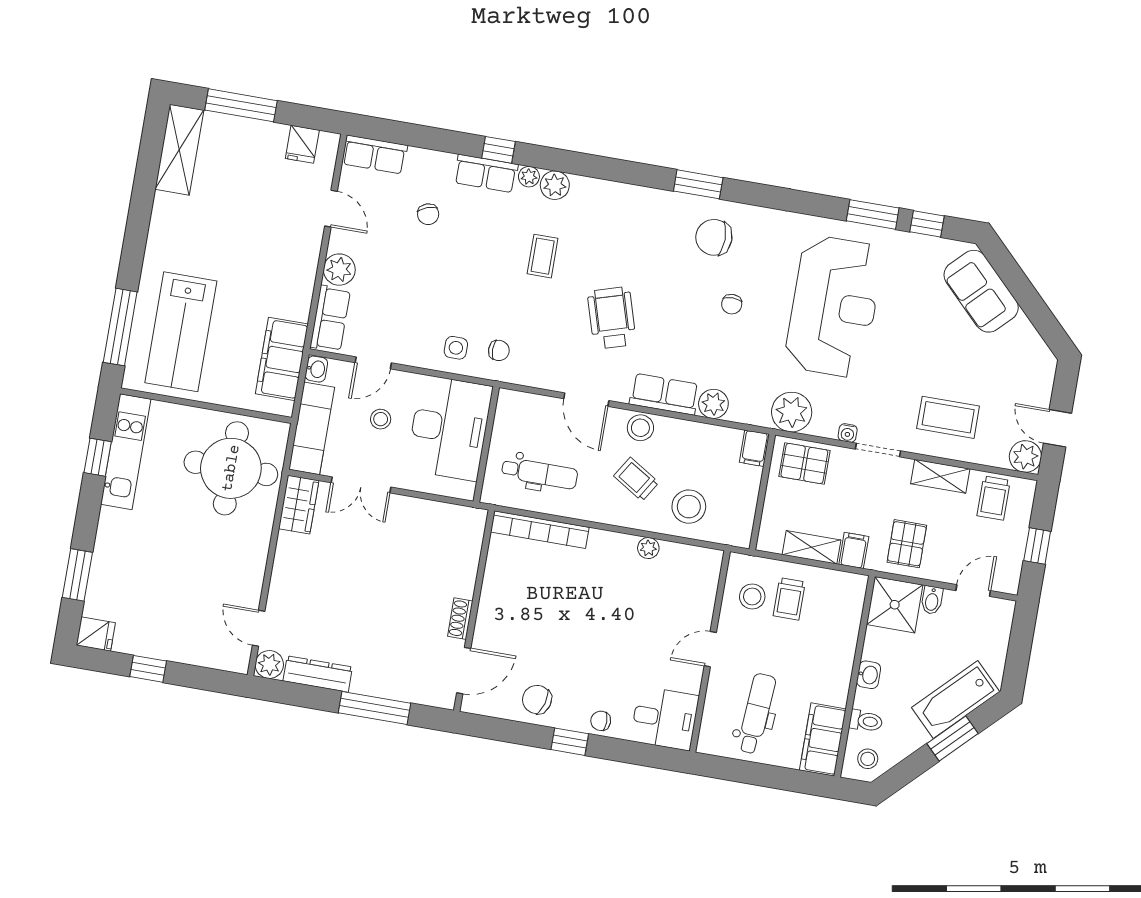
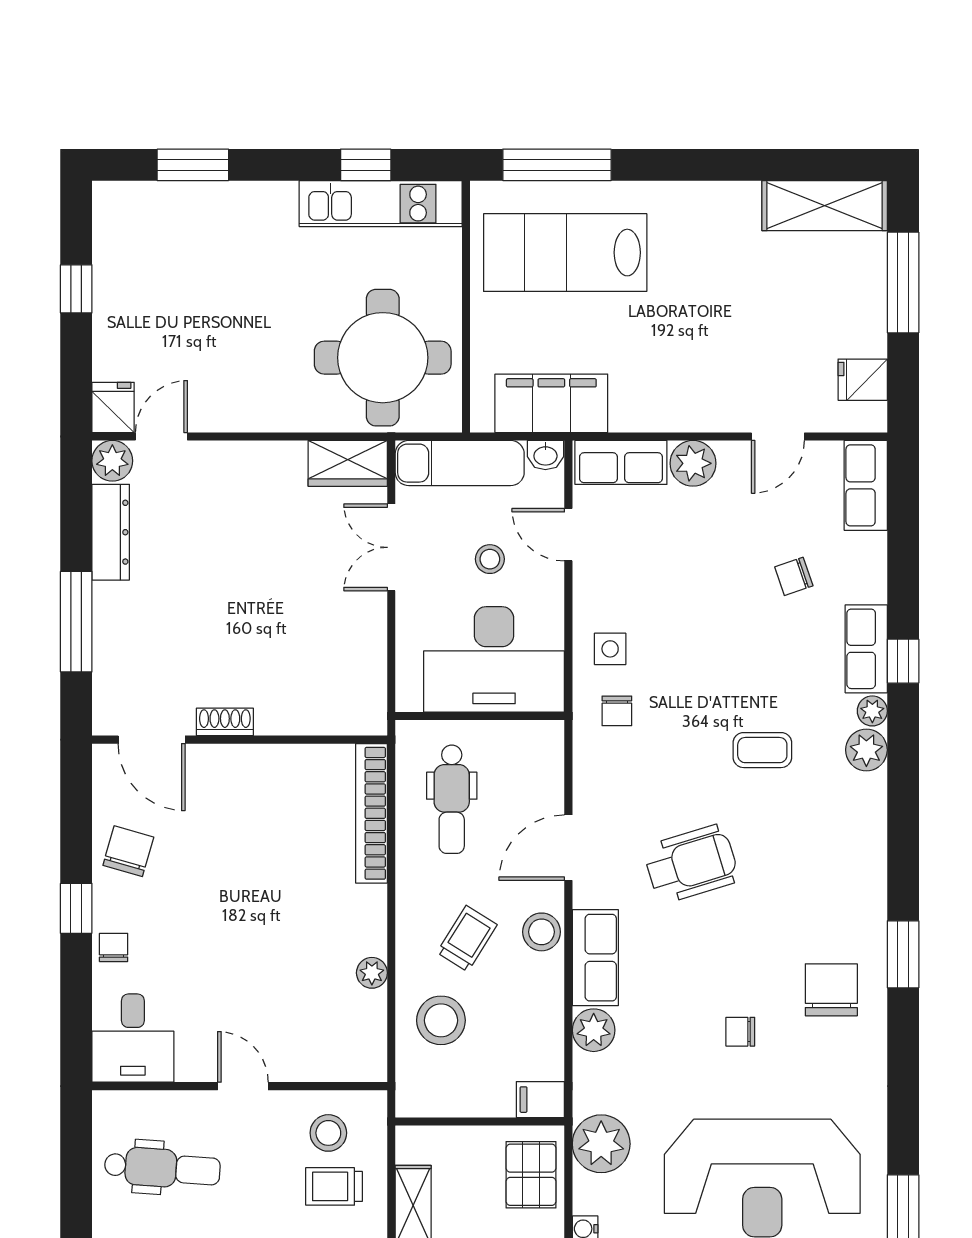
fridge: (96, 634) -> (113, 407), moved, turned 180

